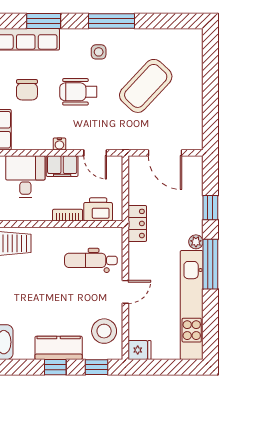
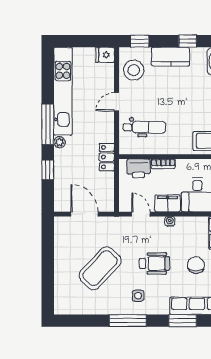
window: (55, 367) -> (188, 41), moved

